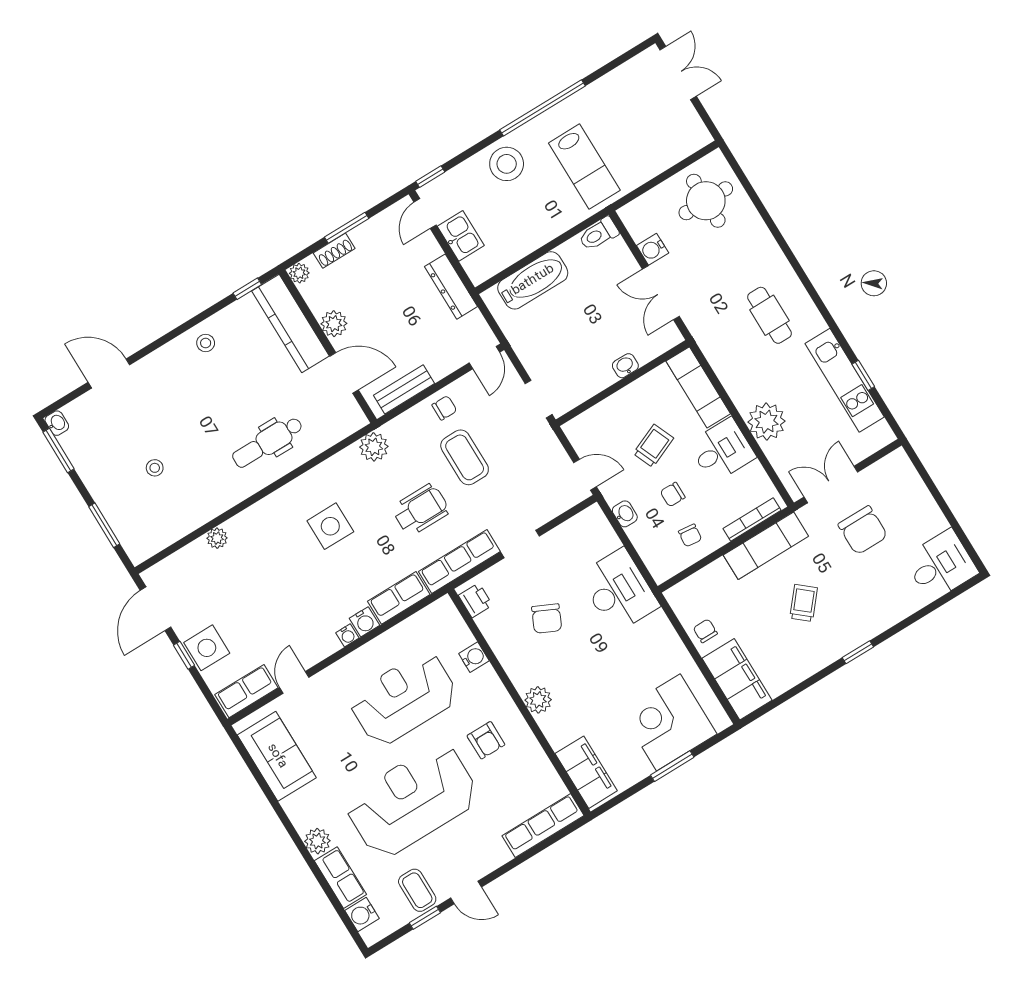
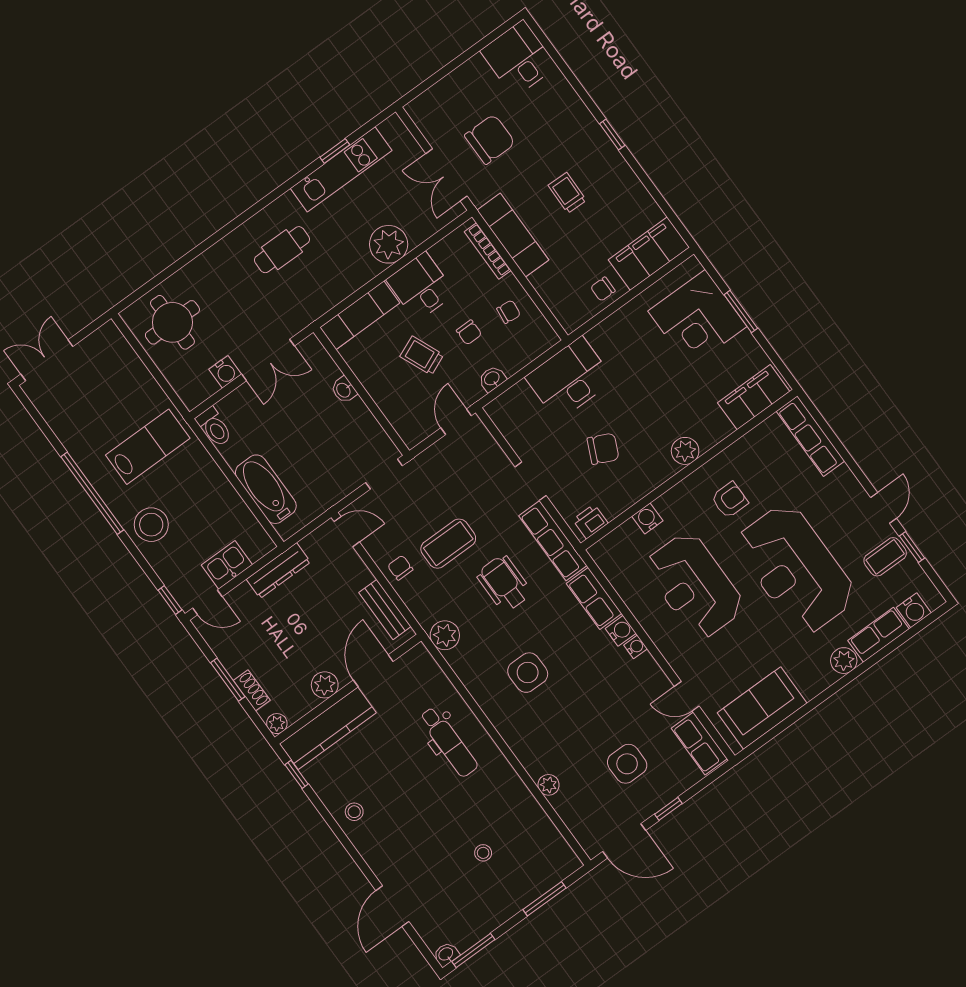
trolley: (804, 603) -> (567, 193), turned 51
side table: (207, 648) -> (627, 764), moved

